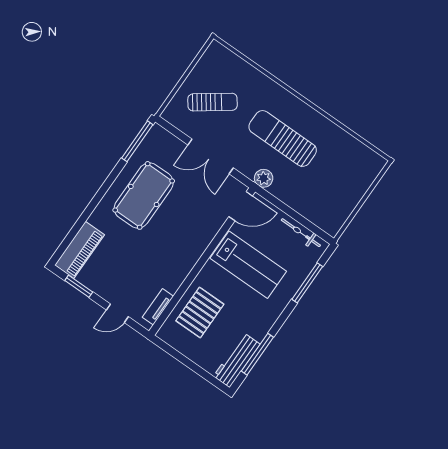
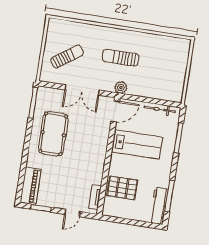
sun lounger: (283, 138) -> (121, 58), width x0.73, depth x0.75
pallet: (200, 312) -> (122, 188), turned 90

